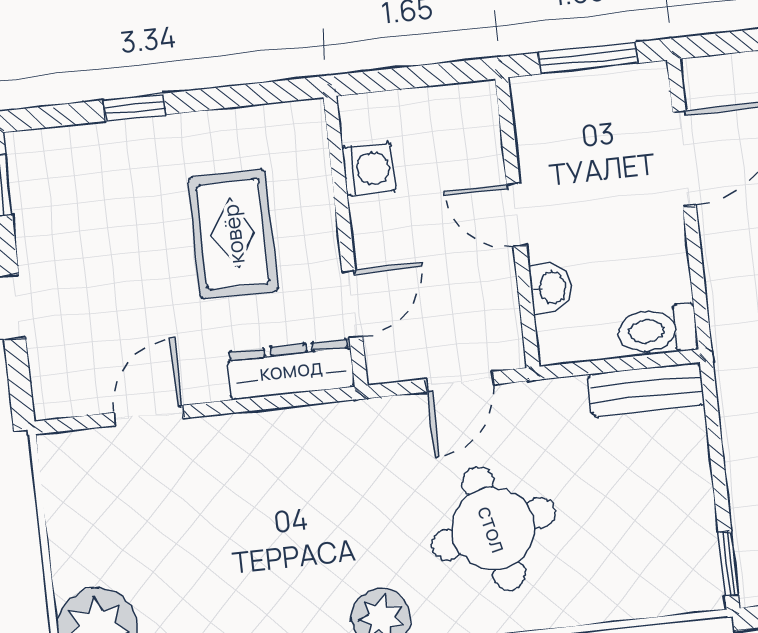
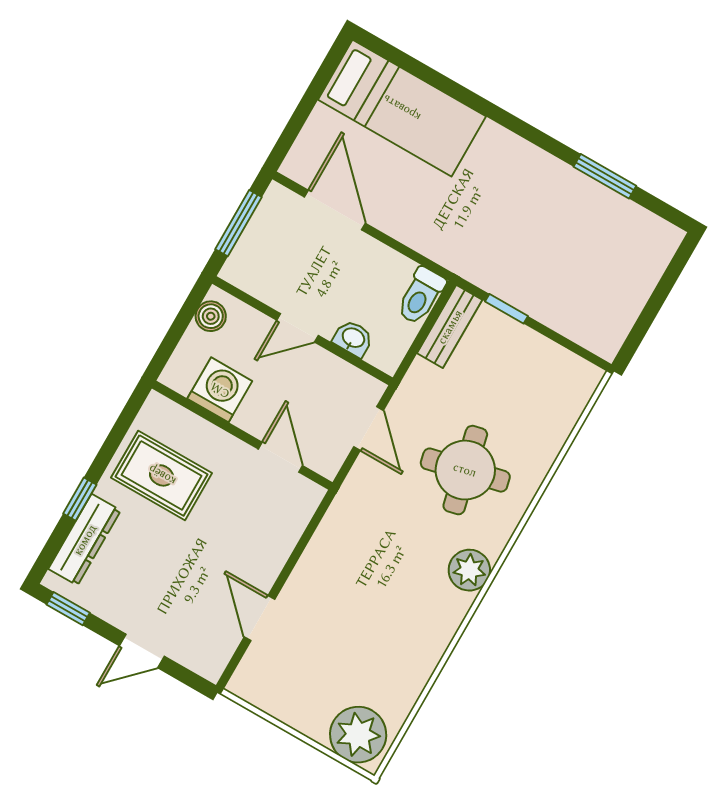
boiler: (457, 104) -> (211, 316), added
washing machine: (369, 169) -> (220, 390), width x1.38, depth x1.38
rug: (233, 234) -> (162, 475), moved
dresser: (291, 369) -> (85, 540), moved, turned 180
window: (728, 563) -> (507, 309), moved

